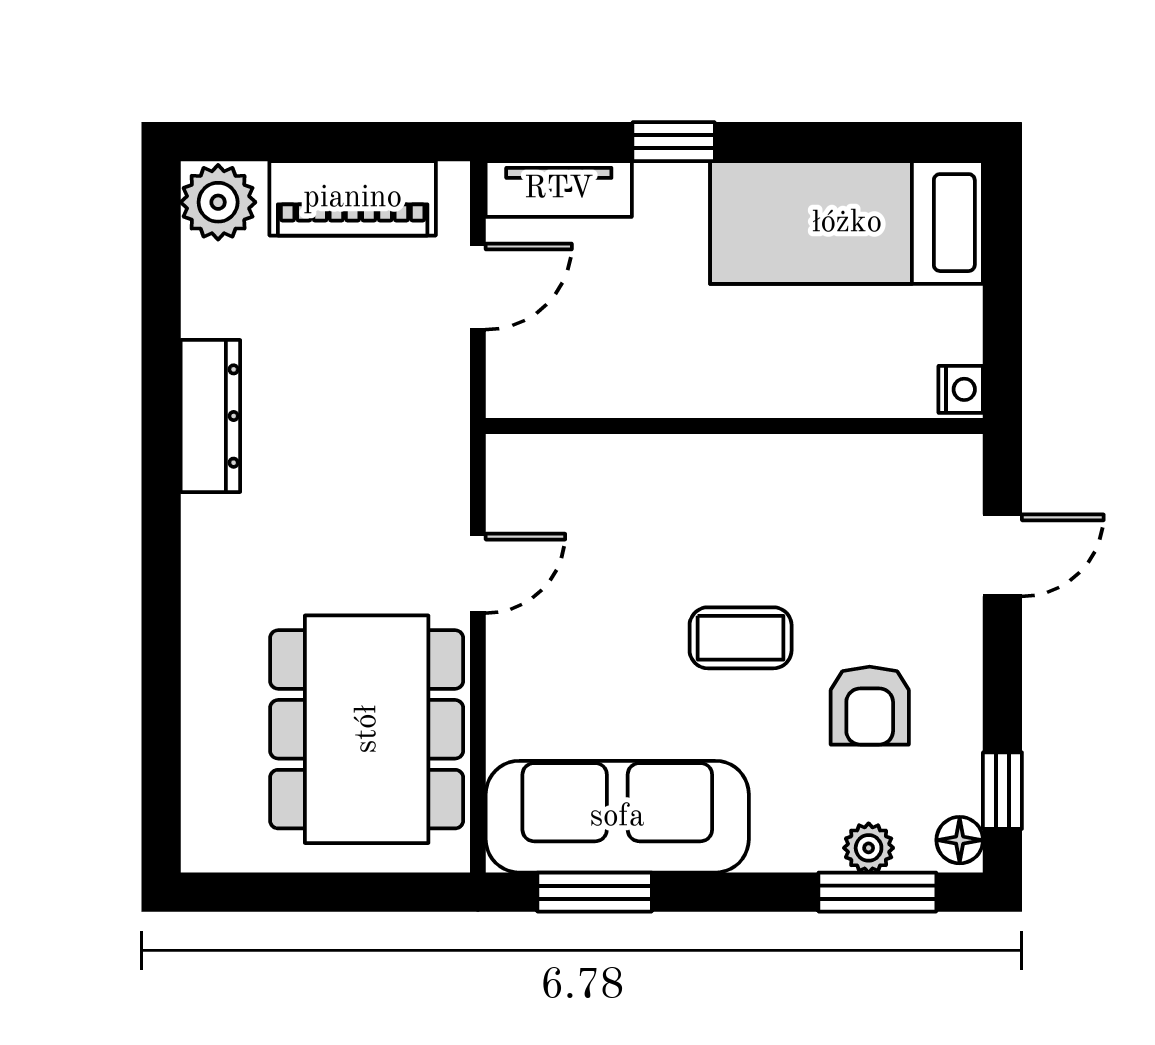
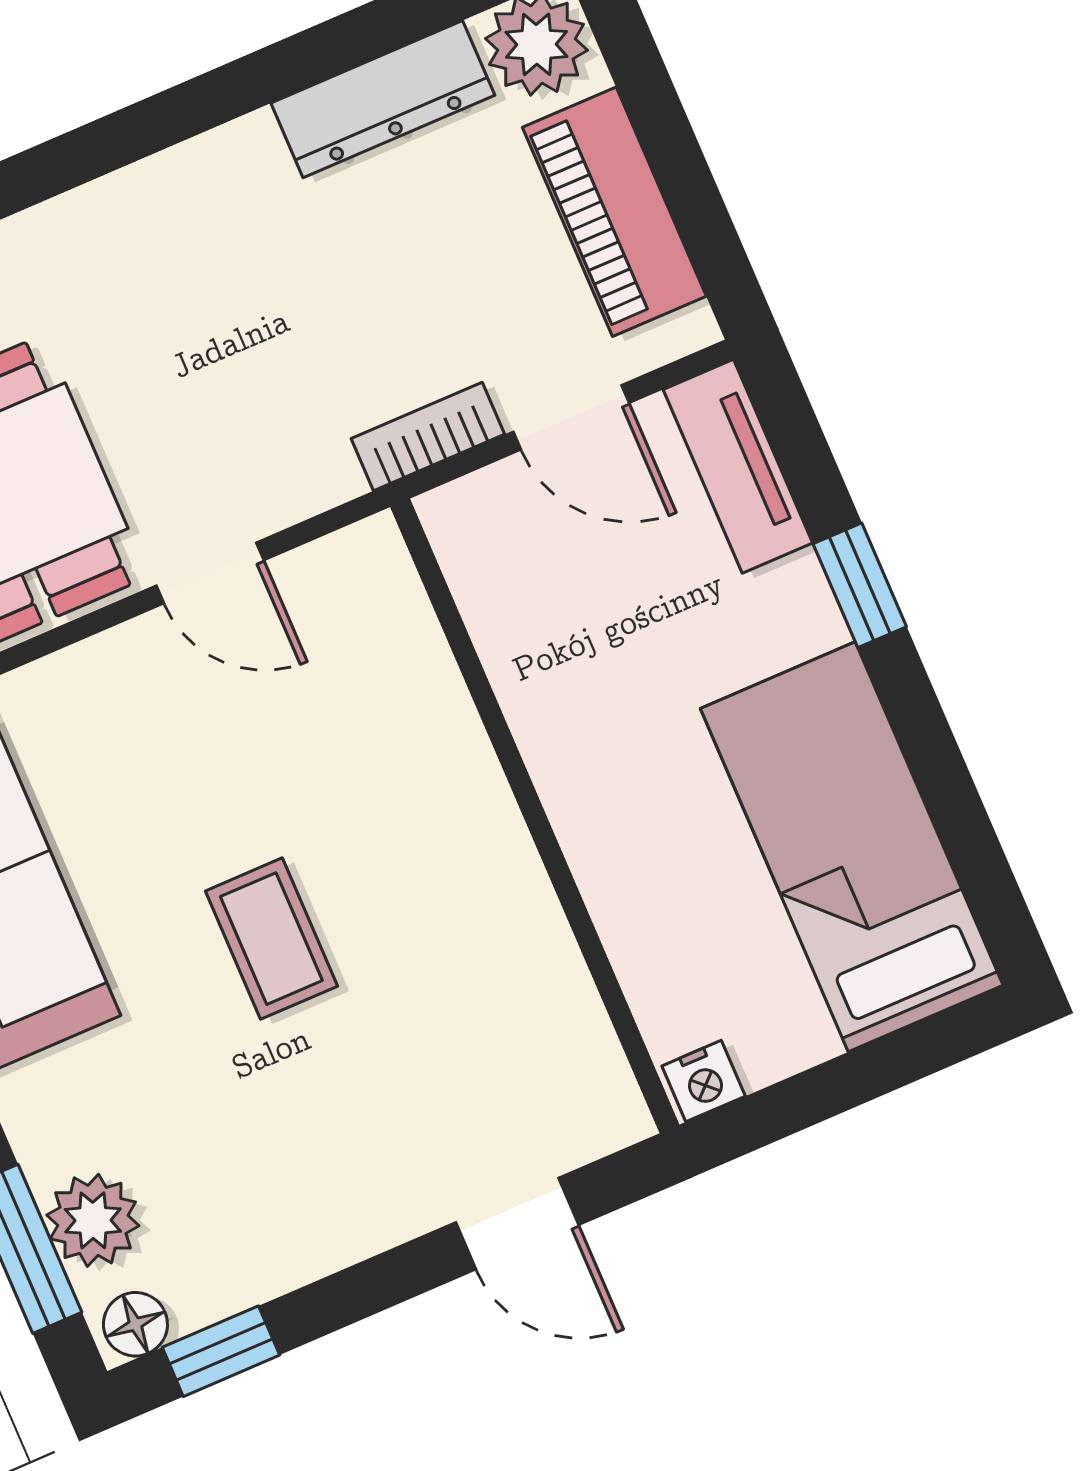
bookcase: (449, 388) -> (428, 436), added
dresser: (210, 416) -> (383, 99), moved
armchair: (870, 706) -> (256, 1138), removed
plant: (869, 848) -> (93, 1220), width x1.38, depth x1.38

